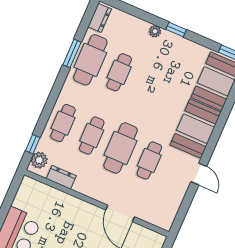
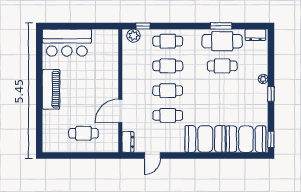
cafe table: (121, 148) -> (168, 91), width x0.73, depth x0.74
door: (199, 174) -> (152, 155), moved
dresser: (61, 177) -> (128, 142), moved

